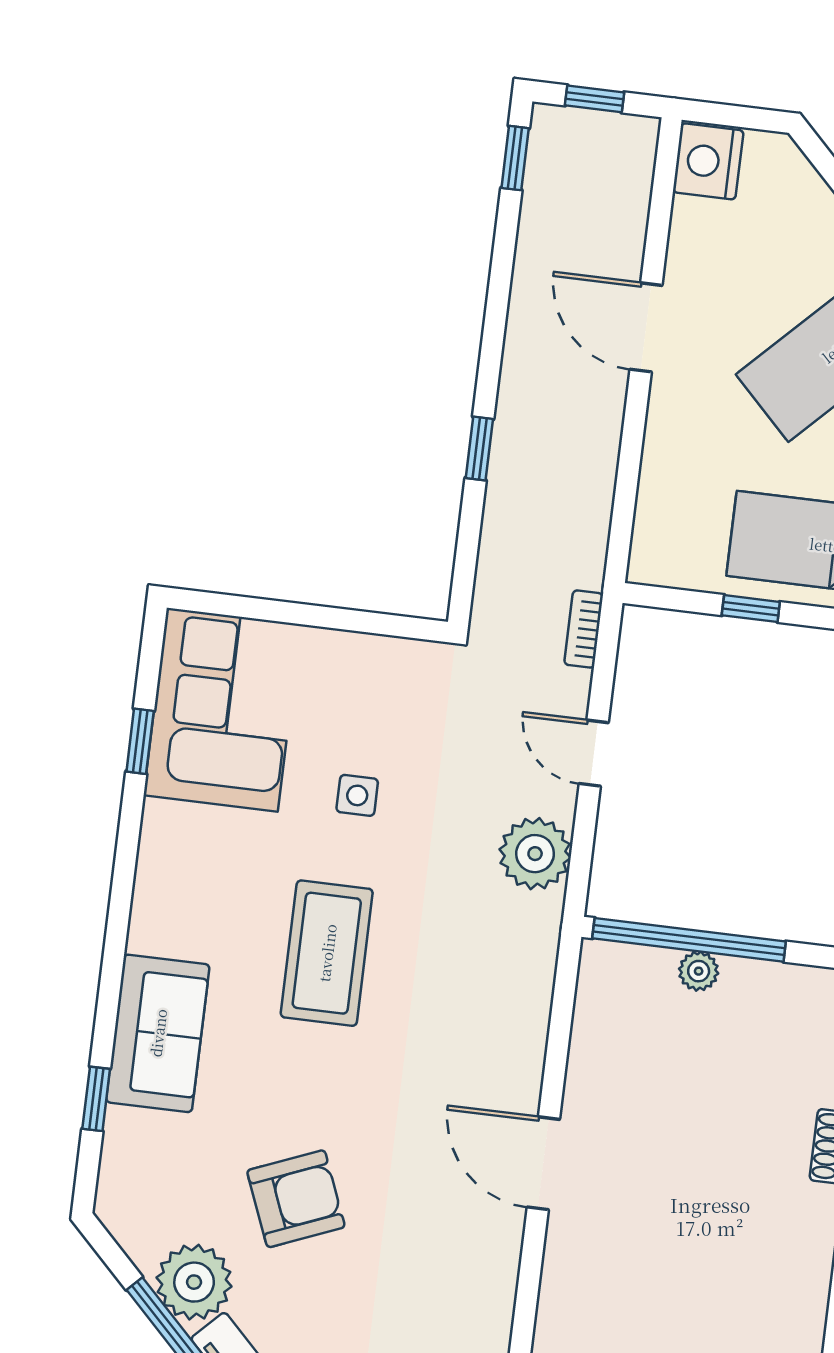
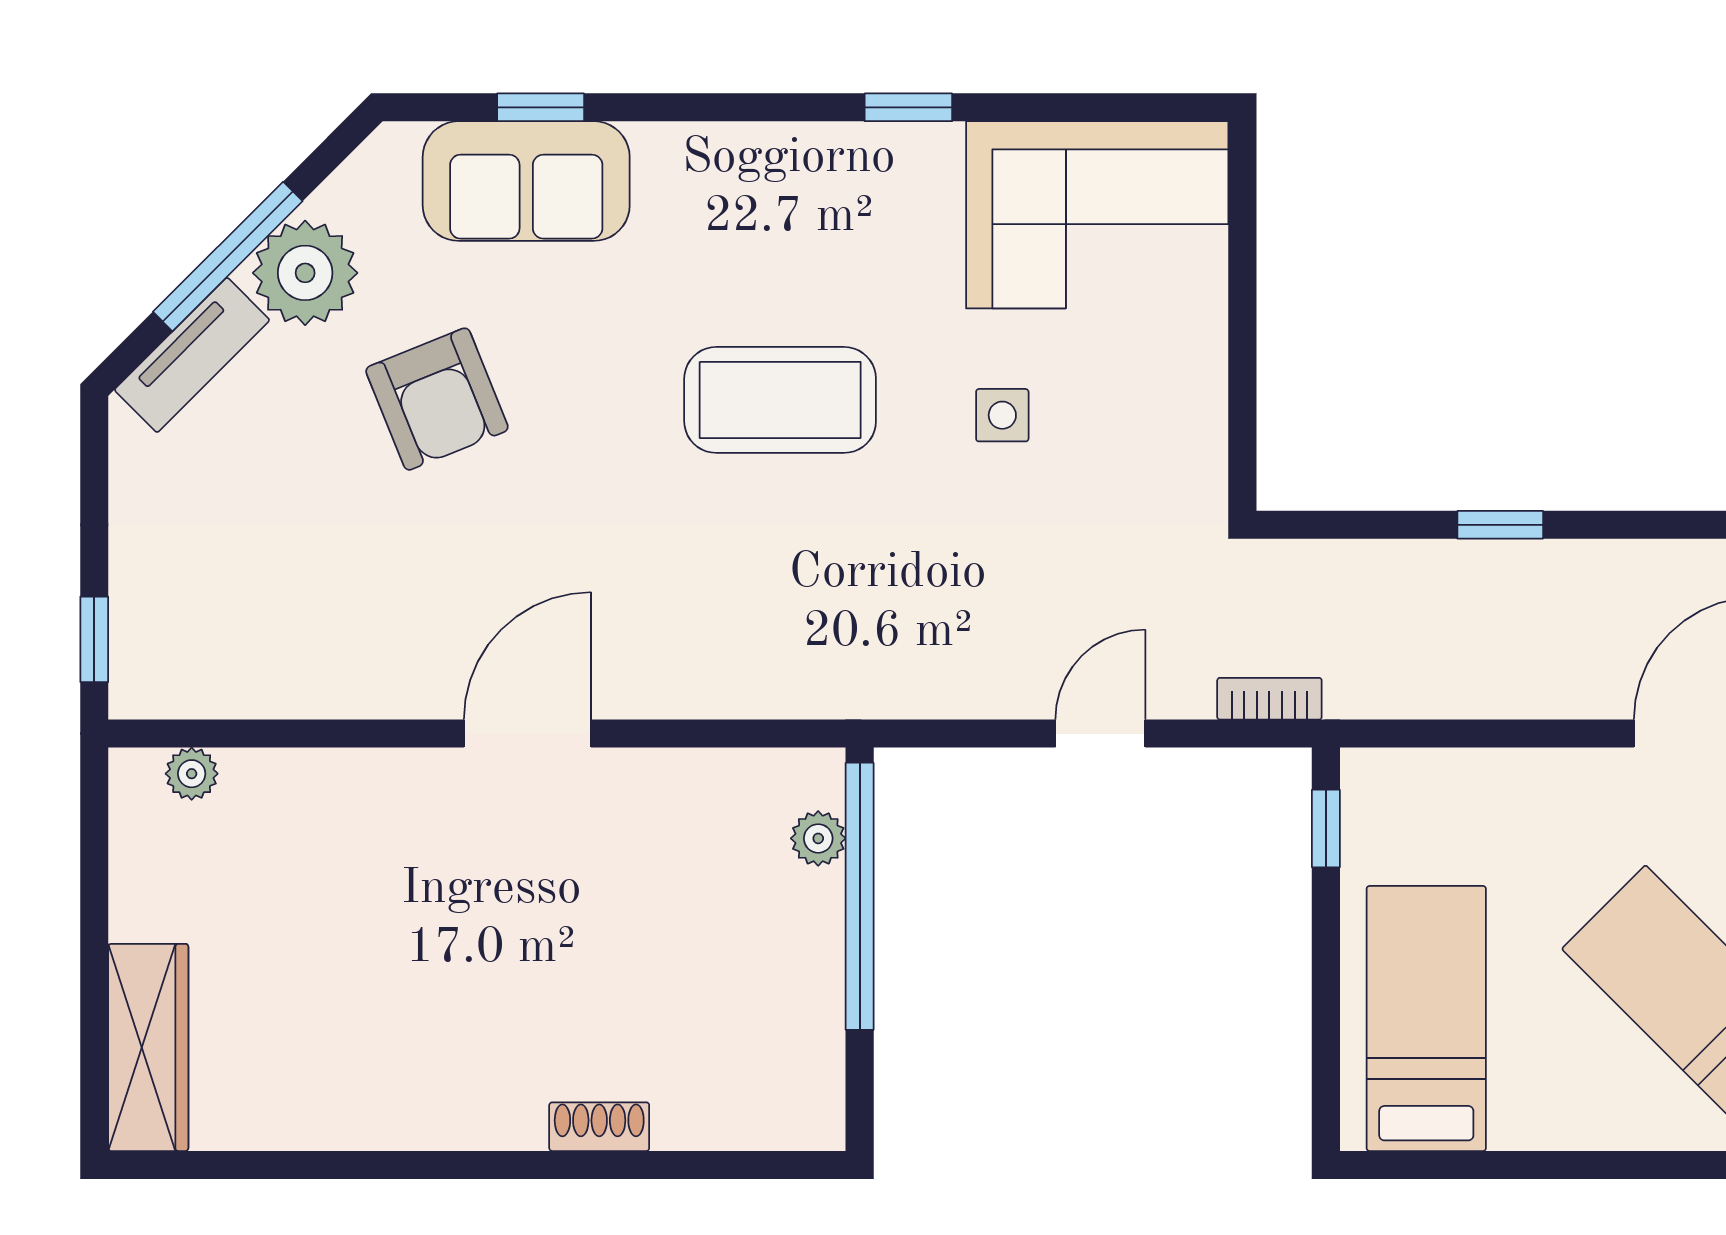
window: (751, 609) -> (1326, 828), moved
window: (140, 741) -> (908, 107), moved
plant: (535, 854) -> (952, 670), removed
plant: (699, 971) -> (818, 838), moved
sofa: (158, 1033) -> (526, 181), moved

